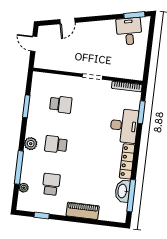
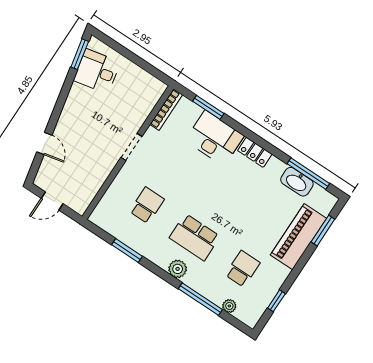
school desk: (56, 144) -> (195, 237), width x1.85
locker: (127, 161) -> (255, 152), width x0.66
school desk: (51, 184) -> (243, 269), turned 90
piano: (83, 211) -> (298, 237), width x1.37, depth x1.33
window: (100, 223) -> (323, 230), added

